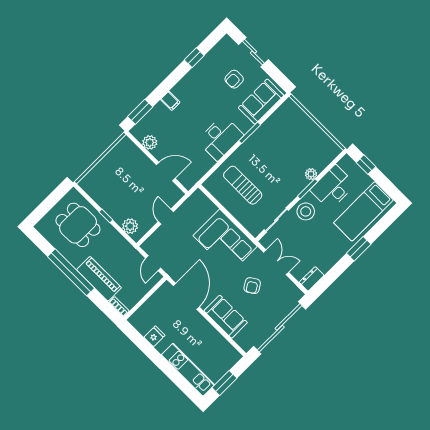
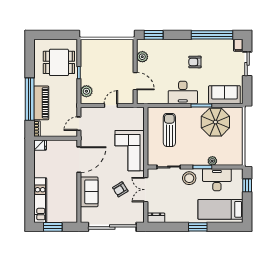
window: (194, 58) -> (212, 35), width x3.17
armchair: (234, 79) -> (195, 62), moved
filing cabinet: (170, 101) -> (238, 45), moved
parasol: (278, 135) -> (215, 122), added
dining table: (78, 225) -> (59, 62), turned 90
double door: (276, 262) -> (146, 190), swing flipped
window: (71, 272) -> (30, 99), moved
fridge: (154, 336) -> (40, 145), moved

